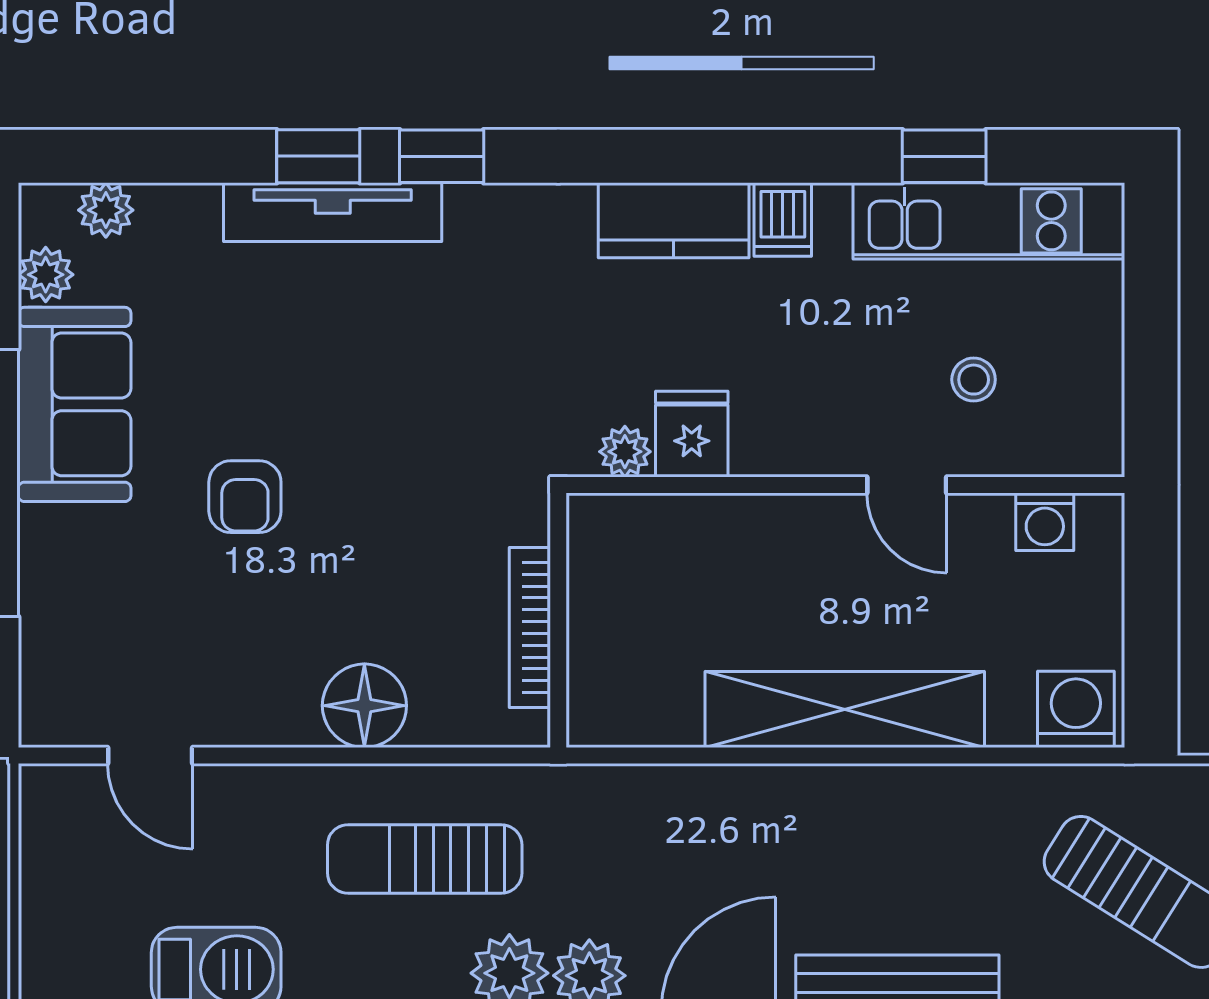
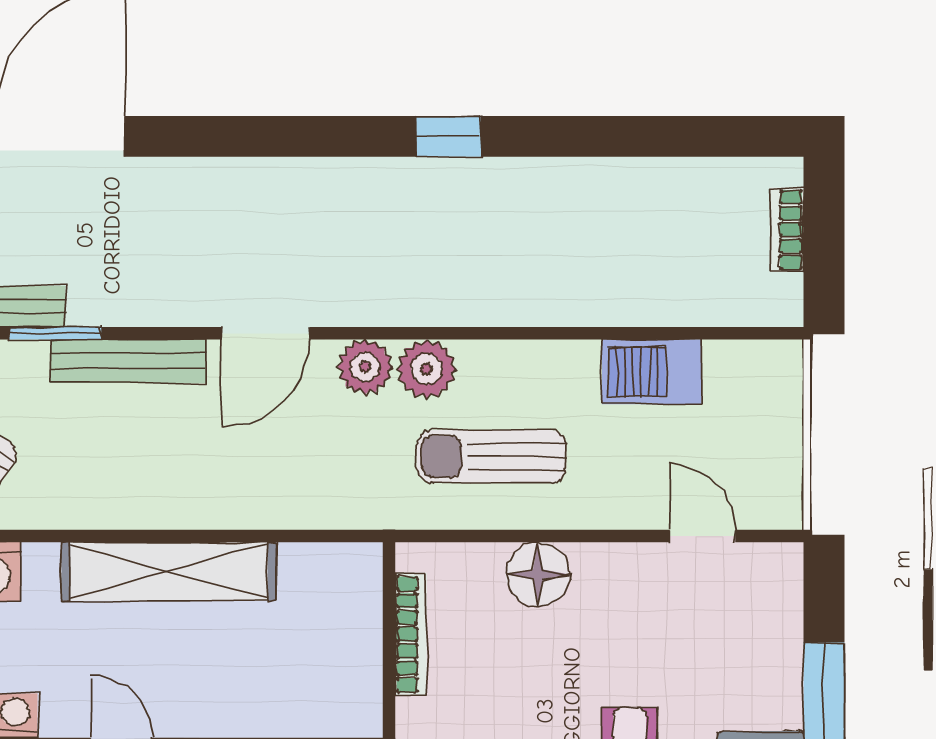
sun lounger: (425, 859) -> (492, 457), turned 180

